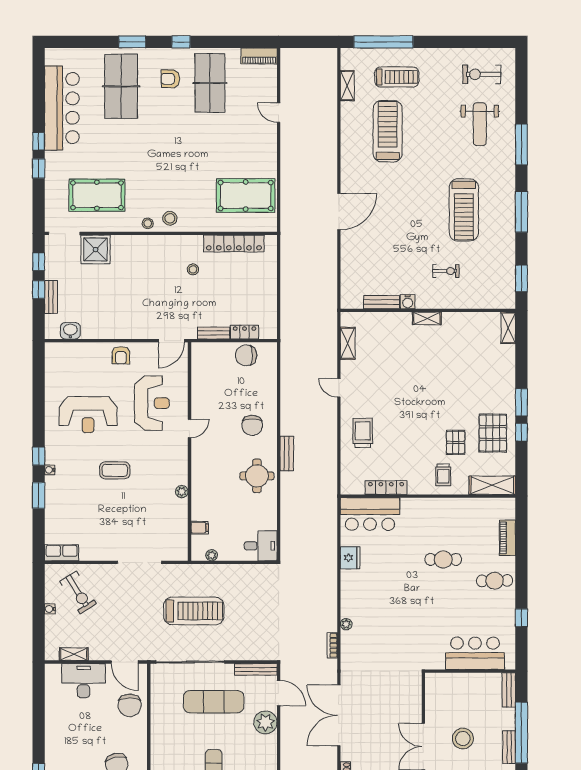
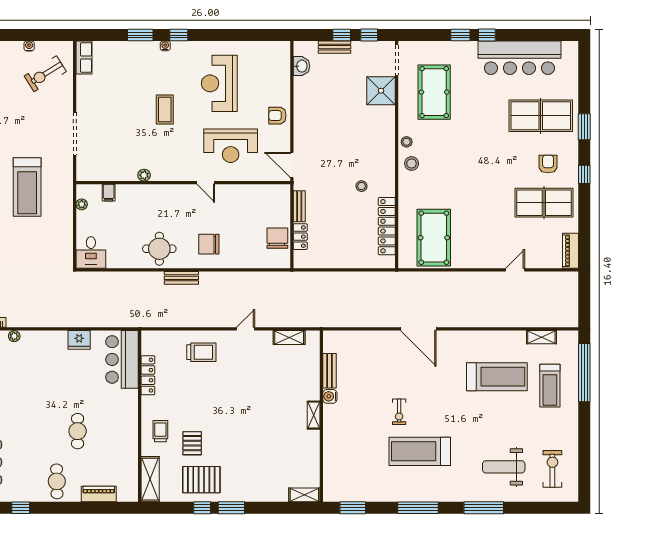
exercise bike: (446, 271) -> (399, 412), moved
pallet: (456, 442) -> (192, 443), turned 90
trolley: (443, 475) -> (160, 431), turned 90

